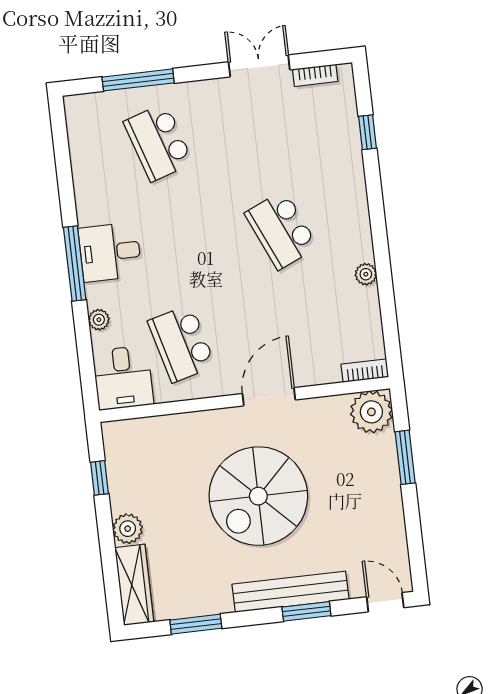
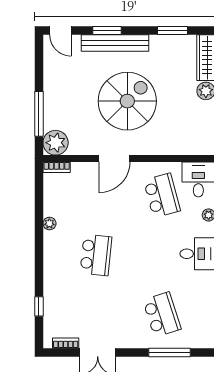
school desk: (281, 230) -> (96, 255), turned 30
window: (405, 457) -> (39, 114), width x1.44

